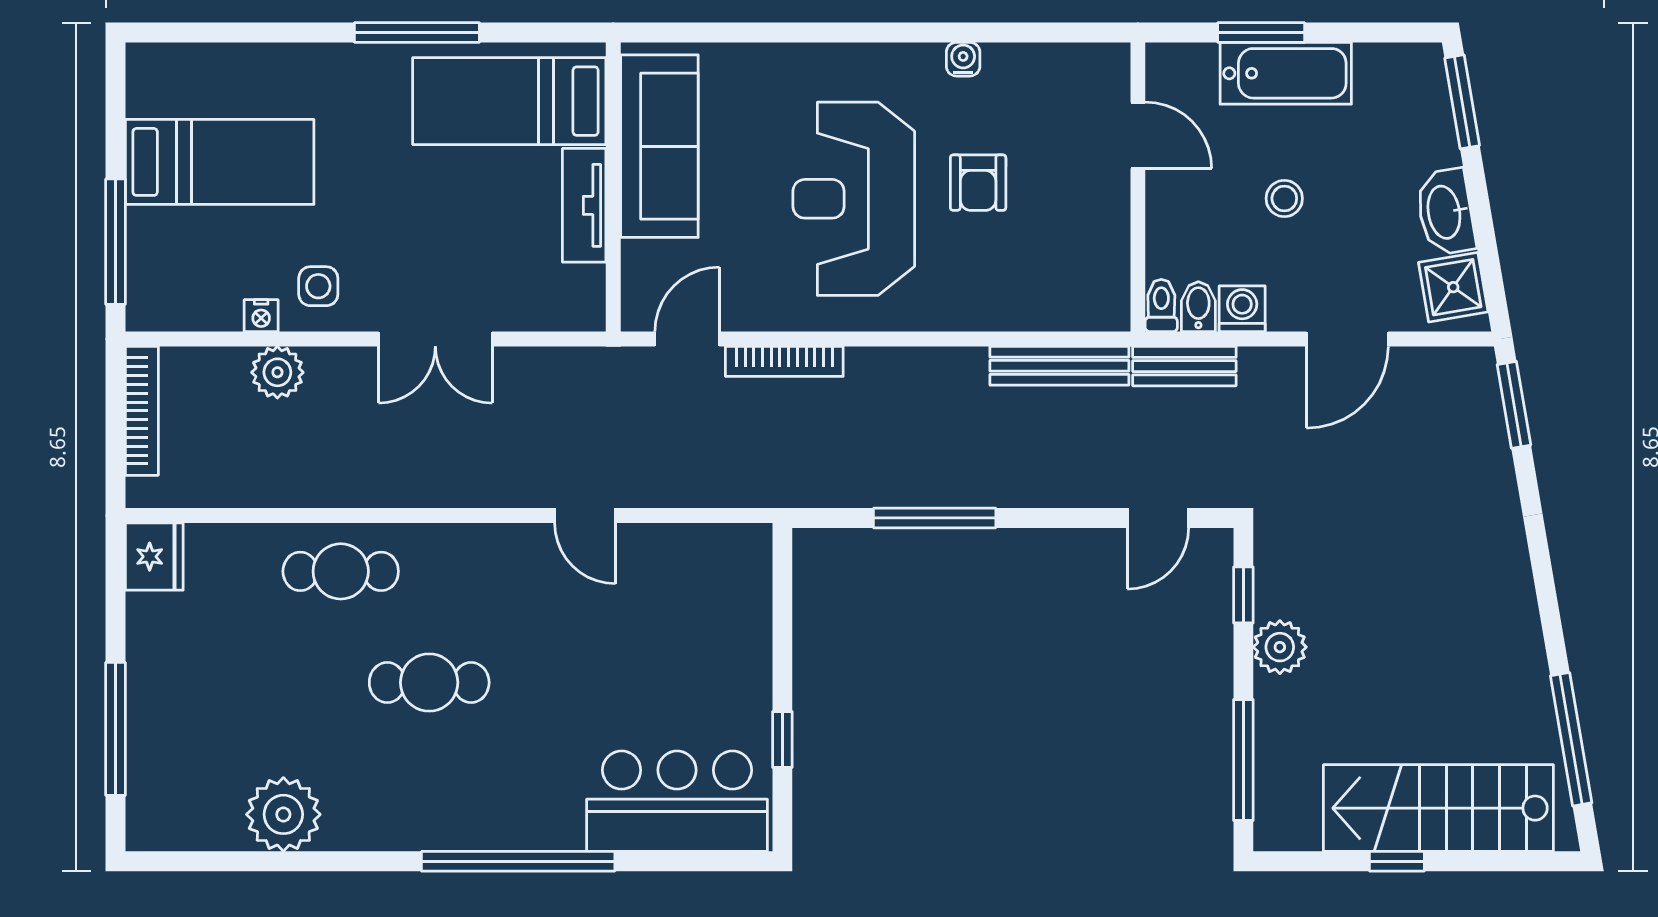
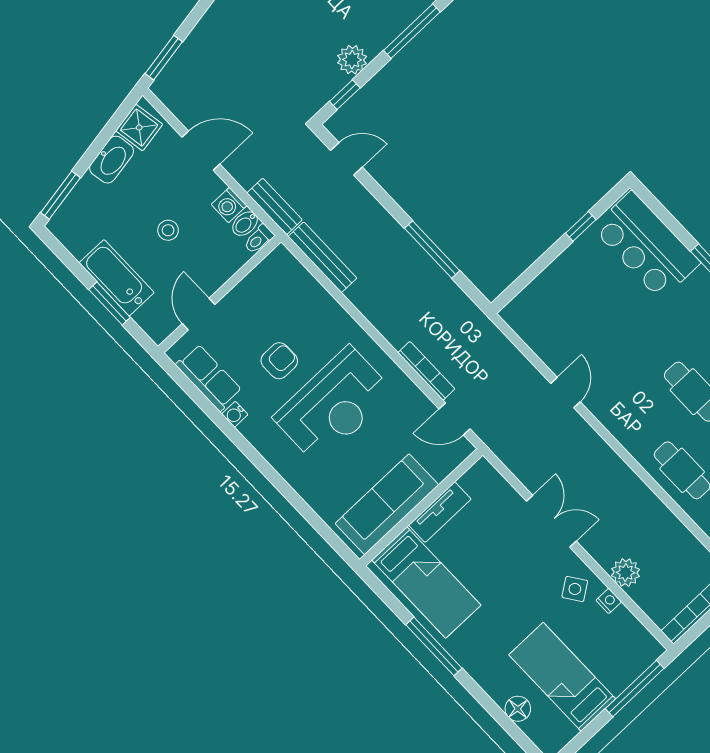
floor lamp: (233, 65) -> (518, 709), added
row of seats: (1043, 70) -> (209, 378), added
side table: (318, 286) -> (575, 589), turned -35

